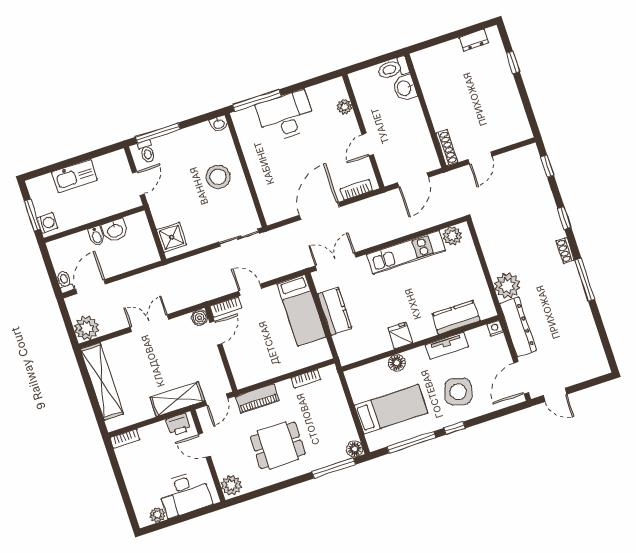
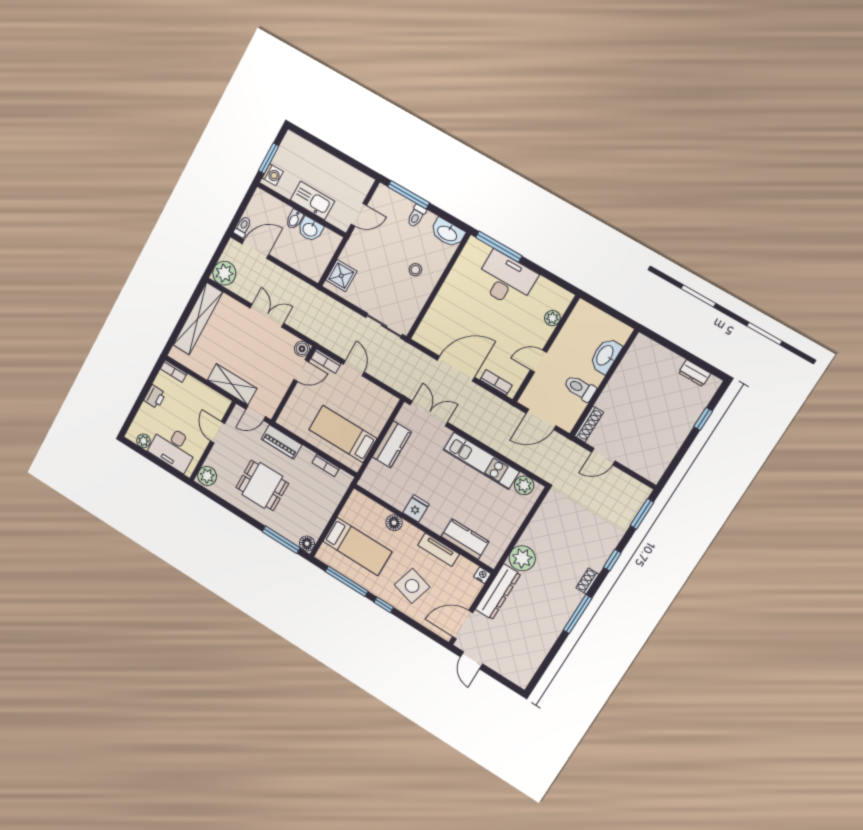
toilet: (393, 68) -> (580, 388), moved
washbasin: (405, 88) -> (605, 356), width x1.38
washbasin: (219, 124) -> (447, 233), width x1.91, depth x1.45
toilet: (147, 152) -> (416, 216), moved
window: (547, 166) -> (642, 514), width x1.50
kitchen sink: (74, 176) -> (312, 201), moved, turned 180
stool: (218, 177) -> (415, 270), width x0.53, depth x0.53
bed: (302, 310) -> (343, 434), moved, turned 90
printer: (179, 425) -> (155, 397), moved, turned -90

